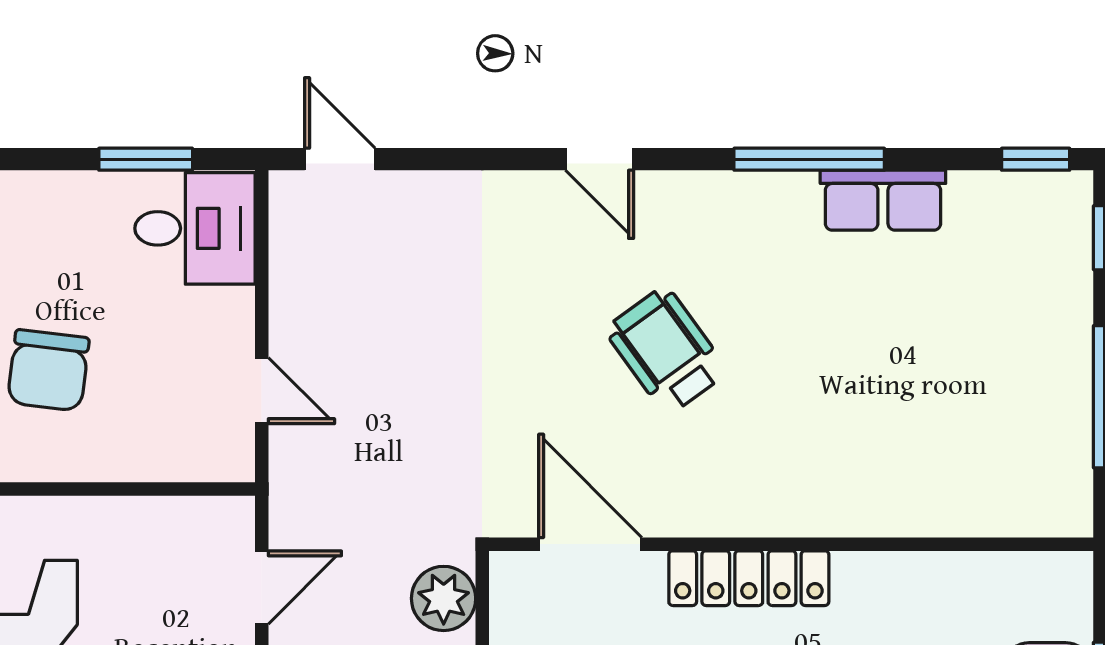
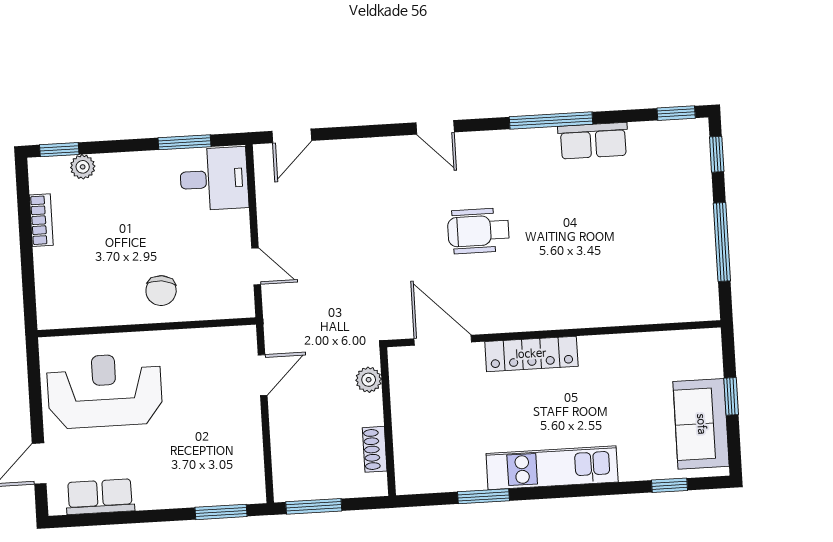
door: (340, 159) -> (292, 136), swing flipped
wheelchair: (666, 351) -> (478, 231), turned -54
chair: (48, 370) -> (161, 291), moved, width x0.73, depth x0.73
plant: (444, 598) -> (369, 380), width x0.73, depth x0.73

